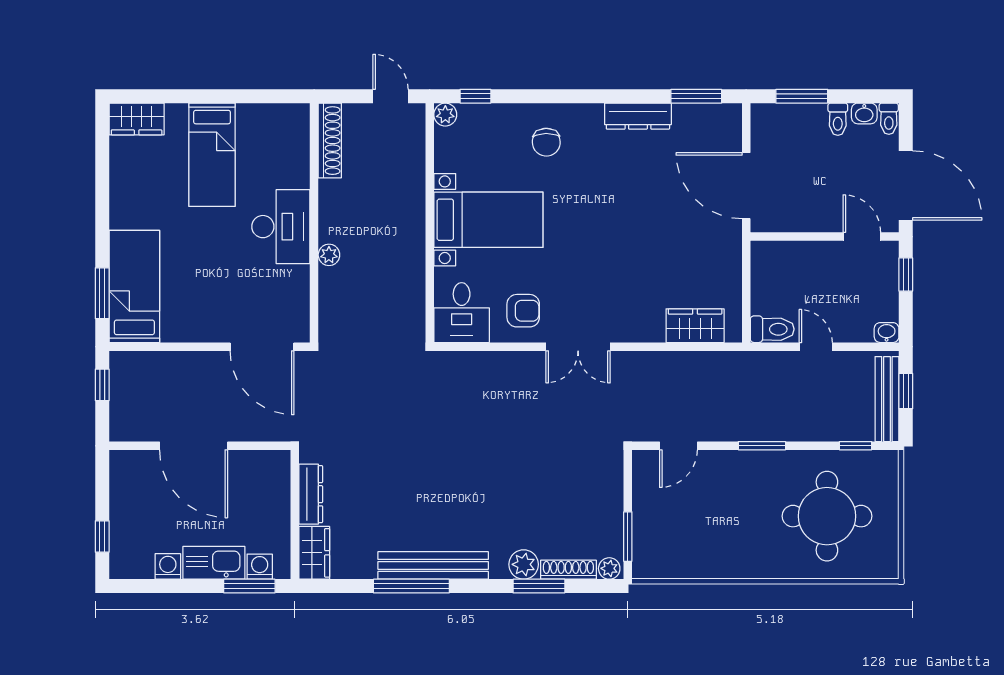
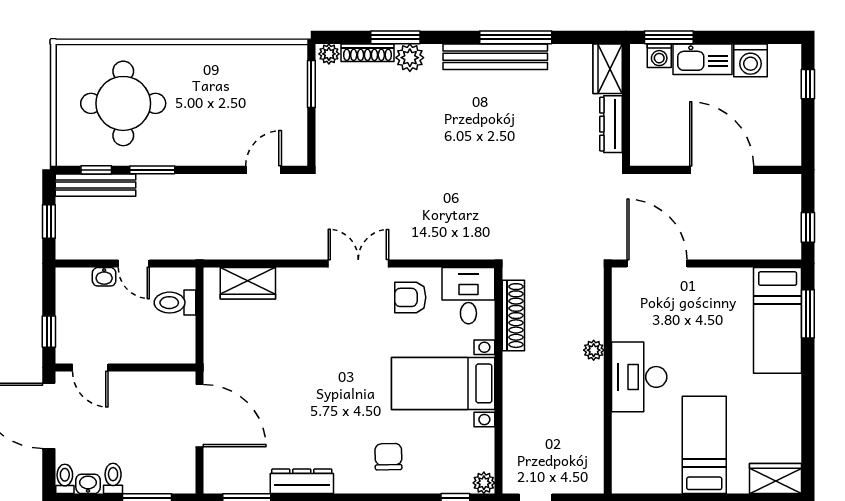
shoe rack: (330, 141) -> (513, 316), moved, turned 180
toilet: (772, 329) -> (175, 303), moved
washbasin: (887, 333) -> (104, 277), moved
bench: (887, 399) -> (95, 185), moved, turned 90
window: (762, 446) -> (152, 170), moved
washing machine: (168, 566) -> (751, 60), width x1.38, depth x1.38

